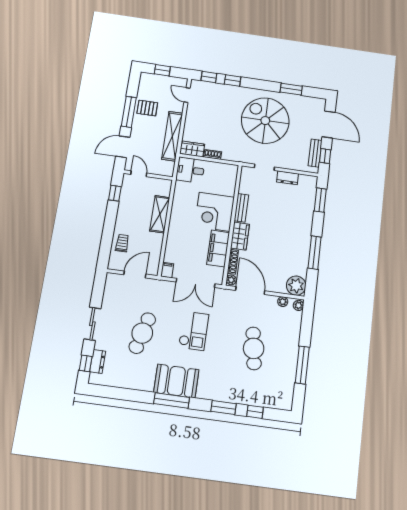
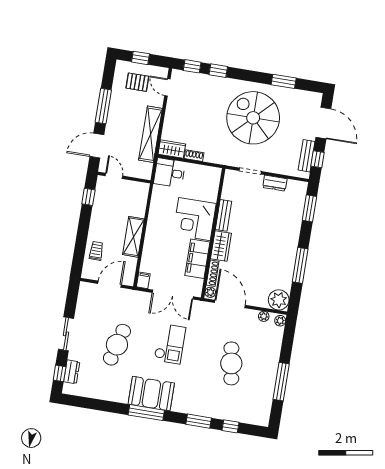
pallet: (147, 108) -> (137, 82), moved
shelving: (160, 214) -> (133, 237), moved

